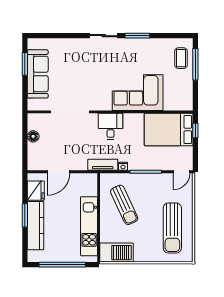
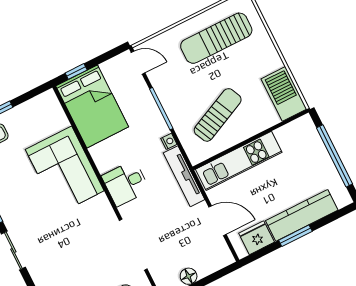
tv unit: (103, 165) -> (184, 176), width x1.41
kitchen unit: (89, 226) -> (239, 161), moved
sun lounger: (172, 228) -> (216, 38), turned 180

